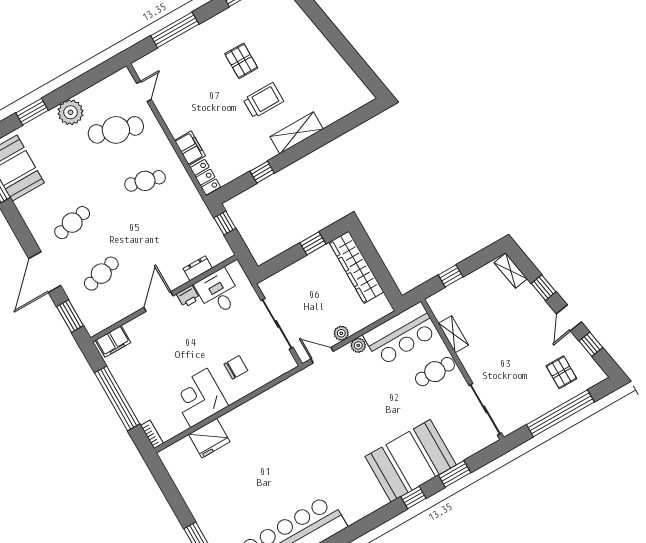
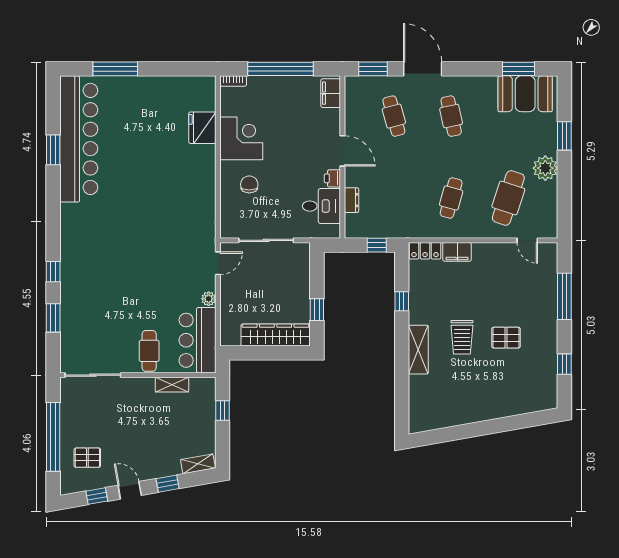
plant: (341, 333) -> (227, 290), removed
chair: (236, 367) -> (249, 184), turned 180
booth: (411, 461) -> (85, 287), removed

